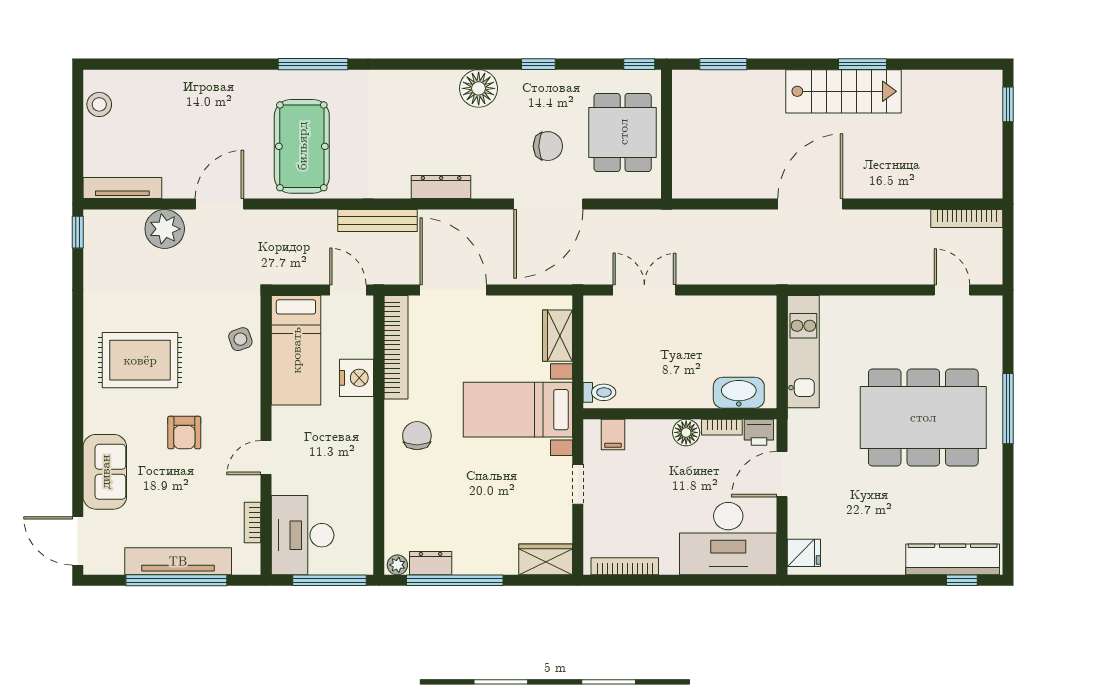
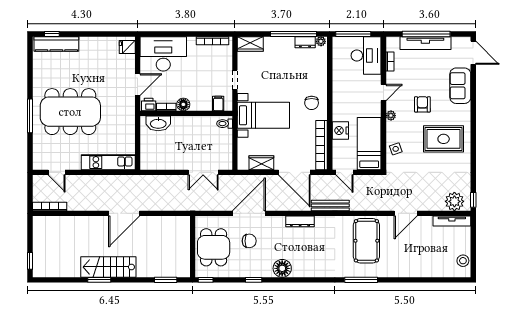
chair: (548, 146) -> (249, 241), turned 180
plant: (165, 229) -> (454, 201), moved
wardrobe: (557, 336) -> (261, 163), moved, turned -90
kitchen unit: (803, 352) -> (108, 162), moved, turned 90
plant: (250, 409) -> (391, 116), added

